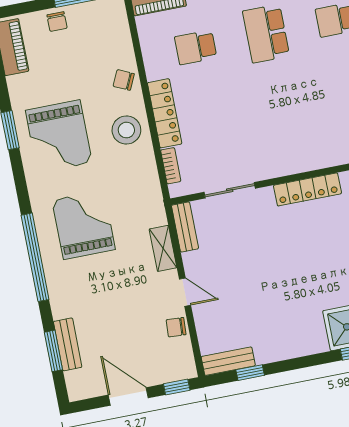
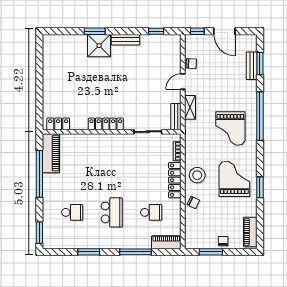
door: (185, 292) -> (183, 81), hinge flipped
bench: (228, 361) -> (126, 40), moved

